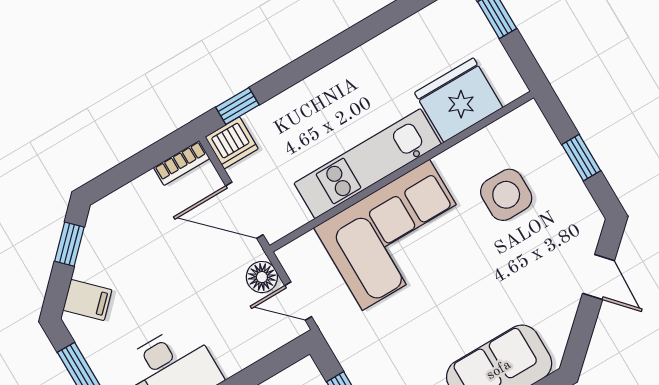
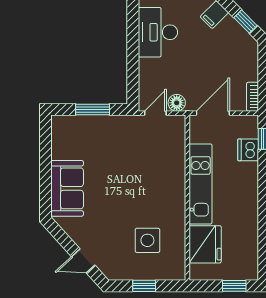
dishwasher: (232, 143) -> (248, 150), moved
corner sofa: (396, 235) -> (159, 177), removed

